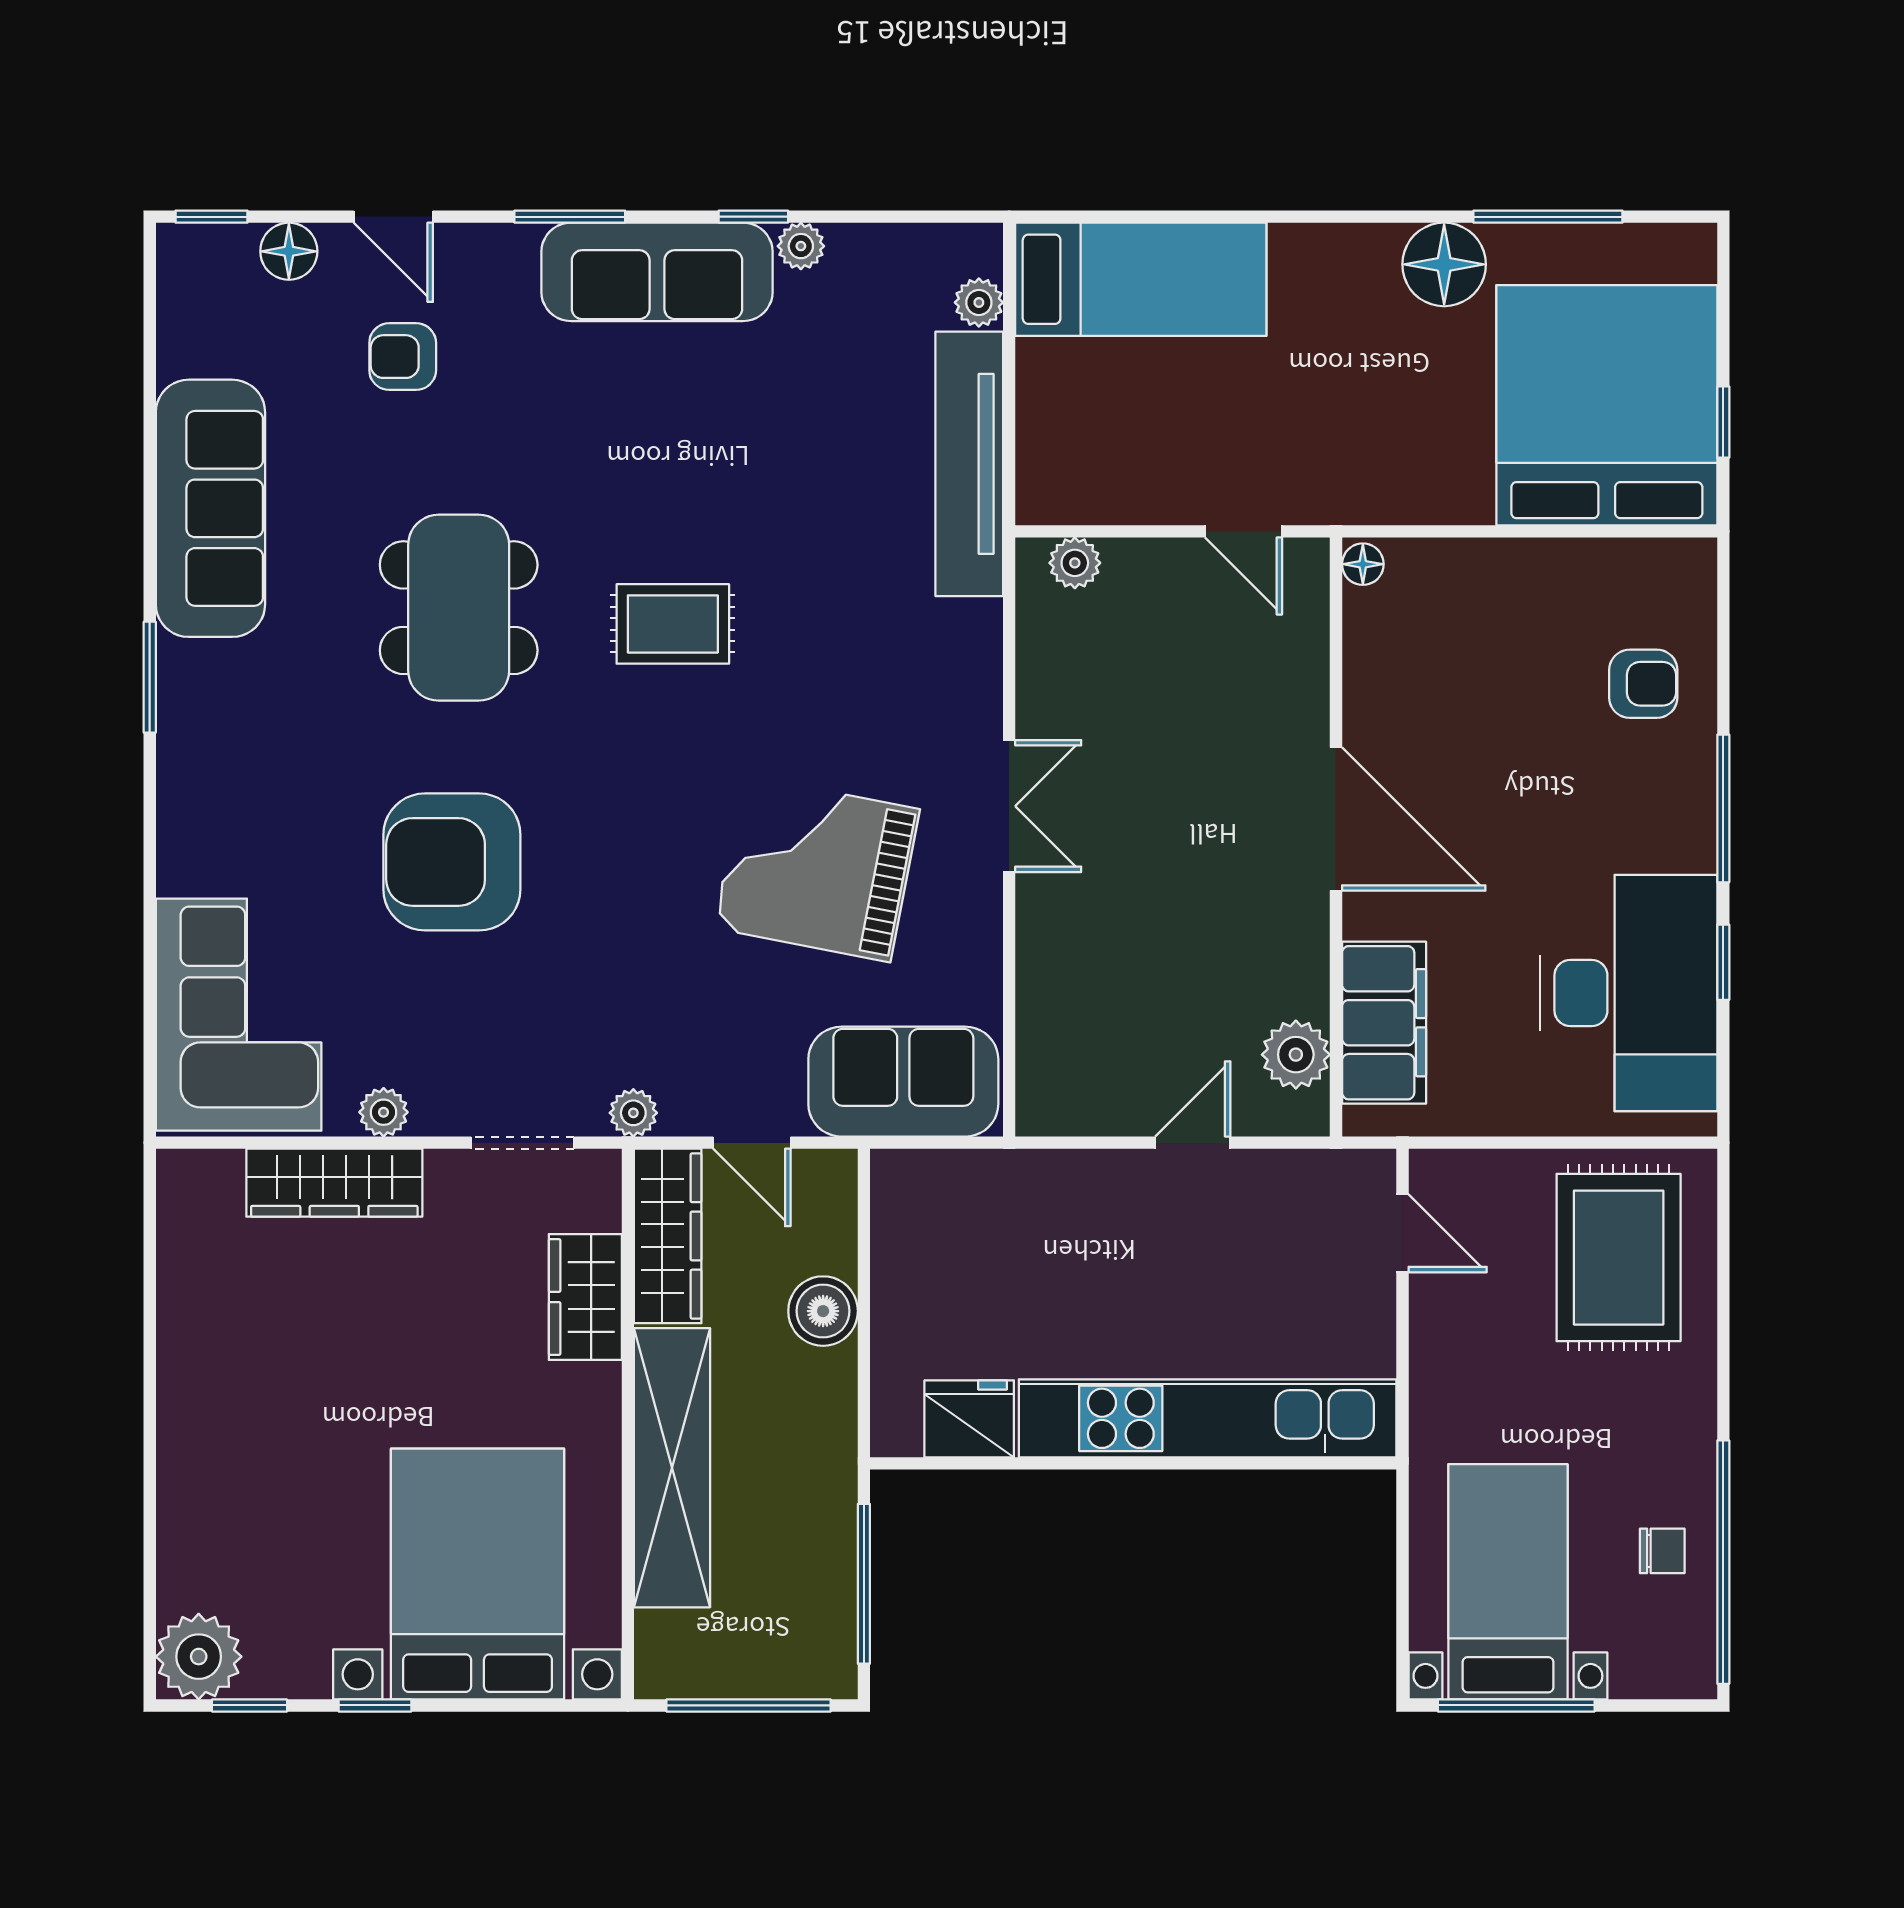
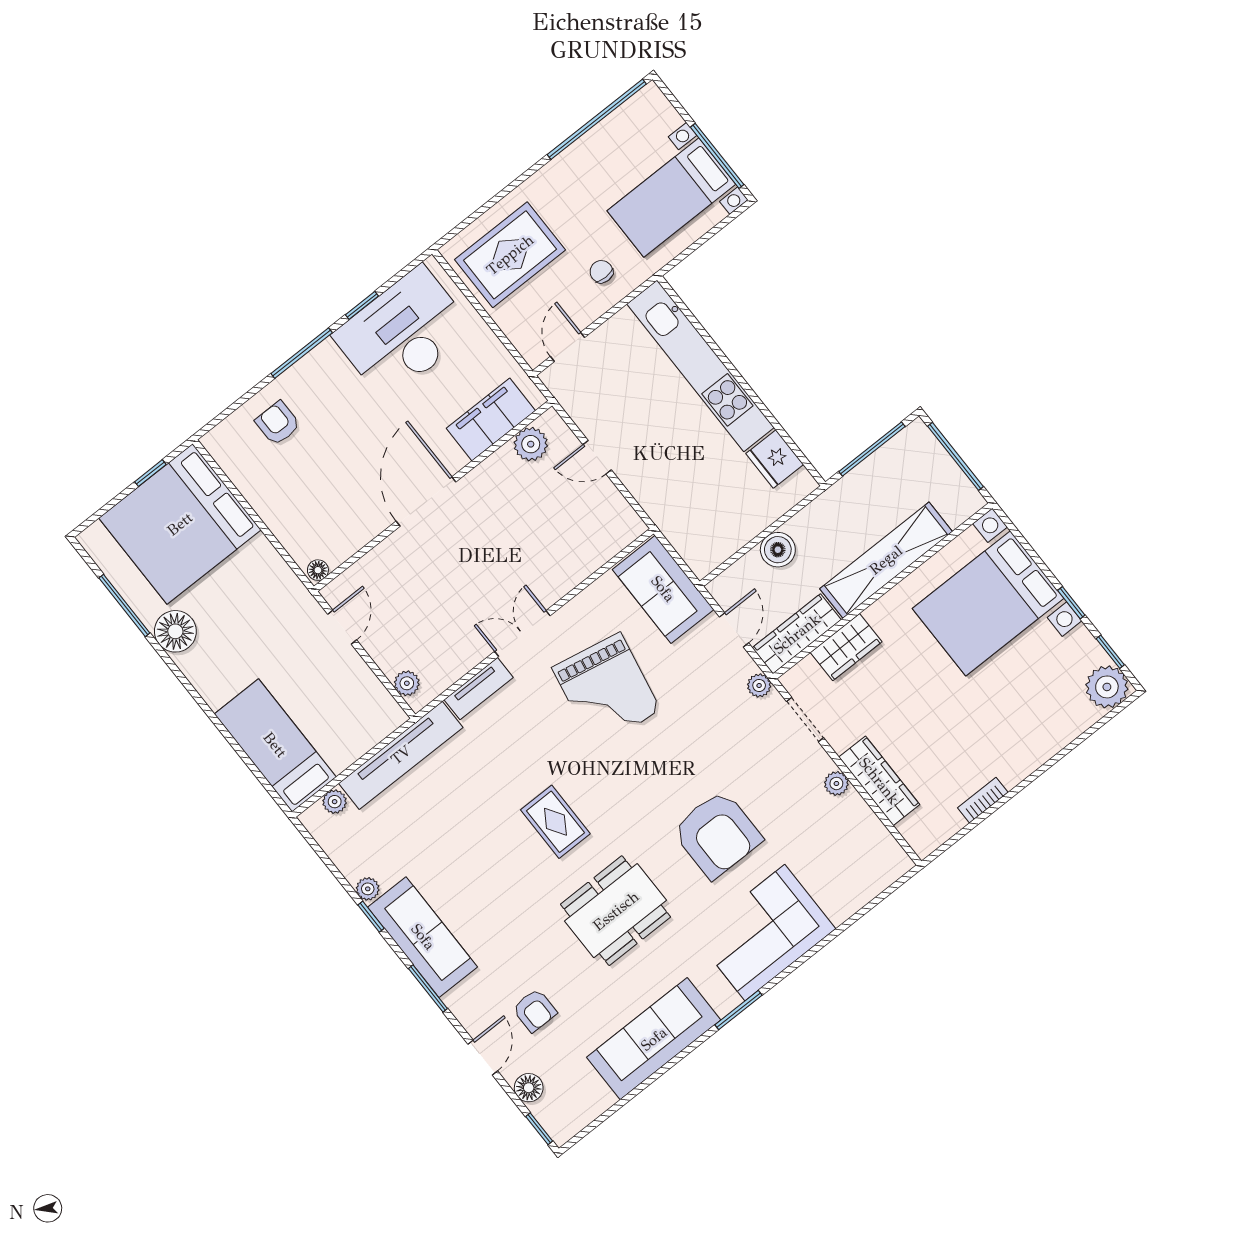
tv unit: (977, 669) -> (479, 689), added
corner sofa: (239, 1015) -> (765, 933), moved
bookcase: (176, 1321) -> (983, 800), added
chair: (1662, 1551) -> (601, 272), moved

